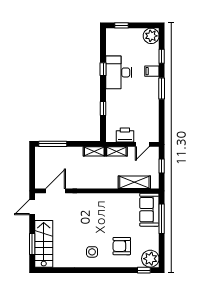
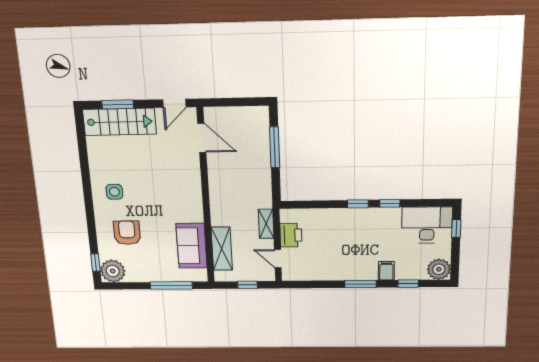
desk: (119, 72) -> (427, 225), moved
window: (103, 109) -> (358, 204), moved
window: (53, 144) -> (275, 147), moved
shelving: (94, 151) -> (265, 193), removed
door: (32, 207) -> (174, 103), swing flipped
sofa: (149, 210) -> (192, 246), moved, turned -90

